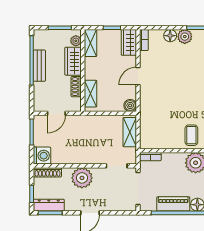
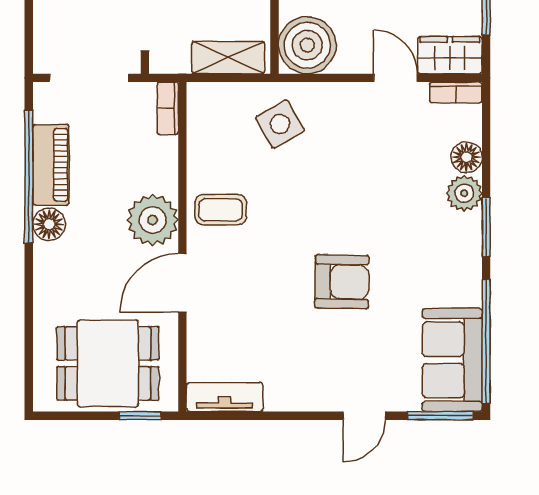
door: (138, 76) -> (396, 78), moved
boiler: (130, 105) -> (307, 45), width x1.86, depth x1.86
side table: (157, 111) -> (280, 124), added

